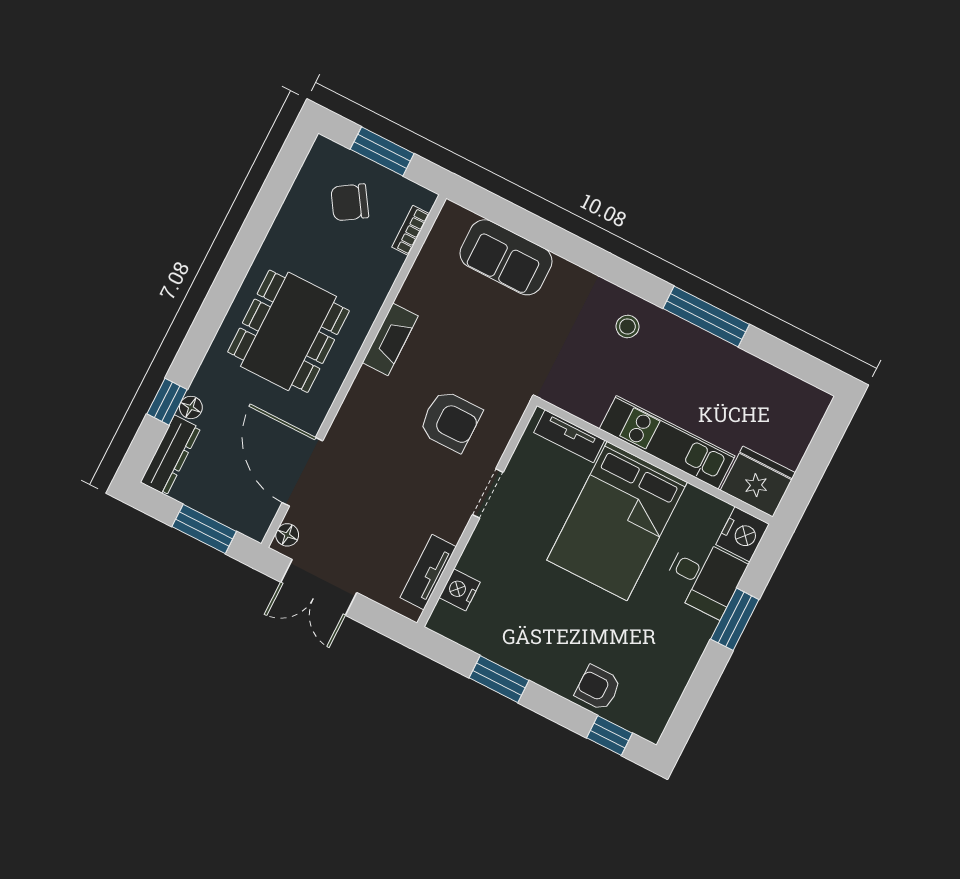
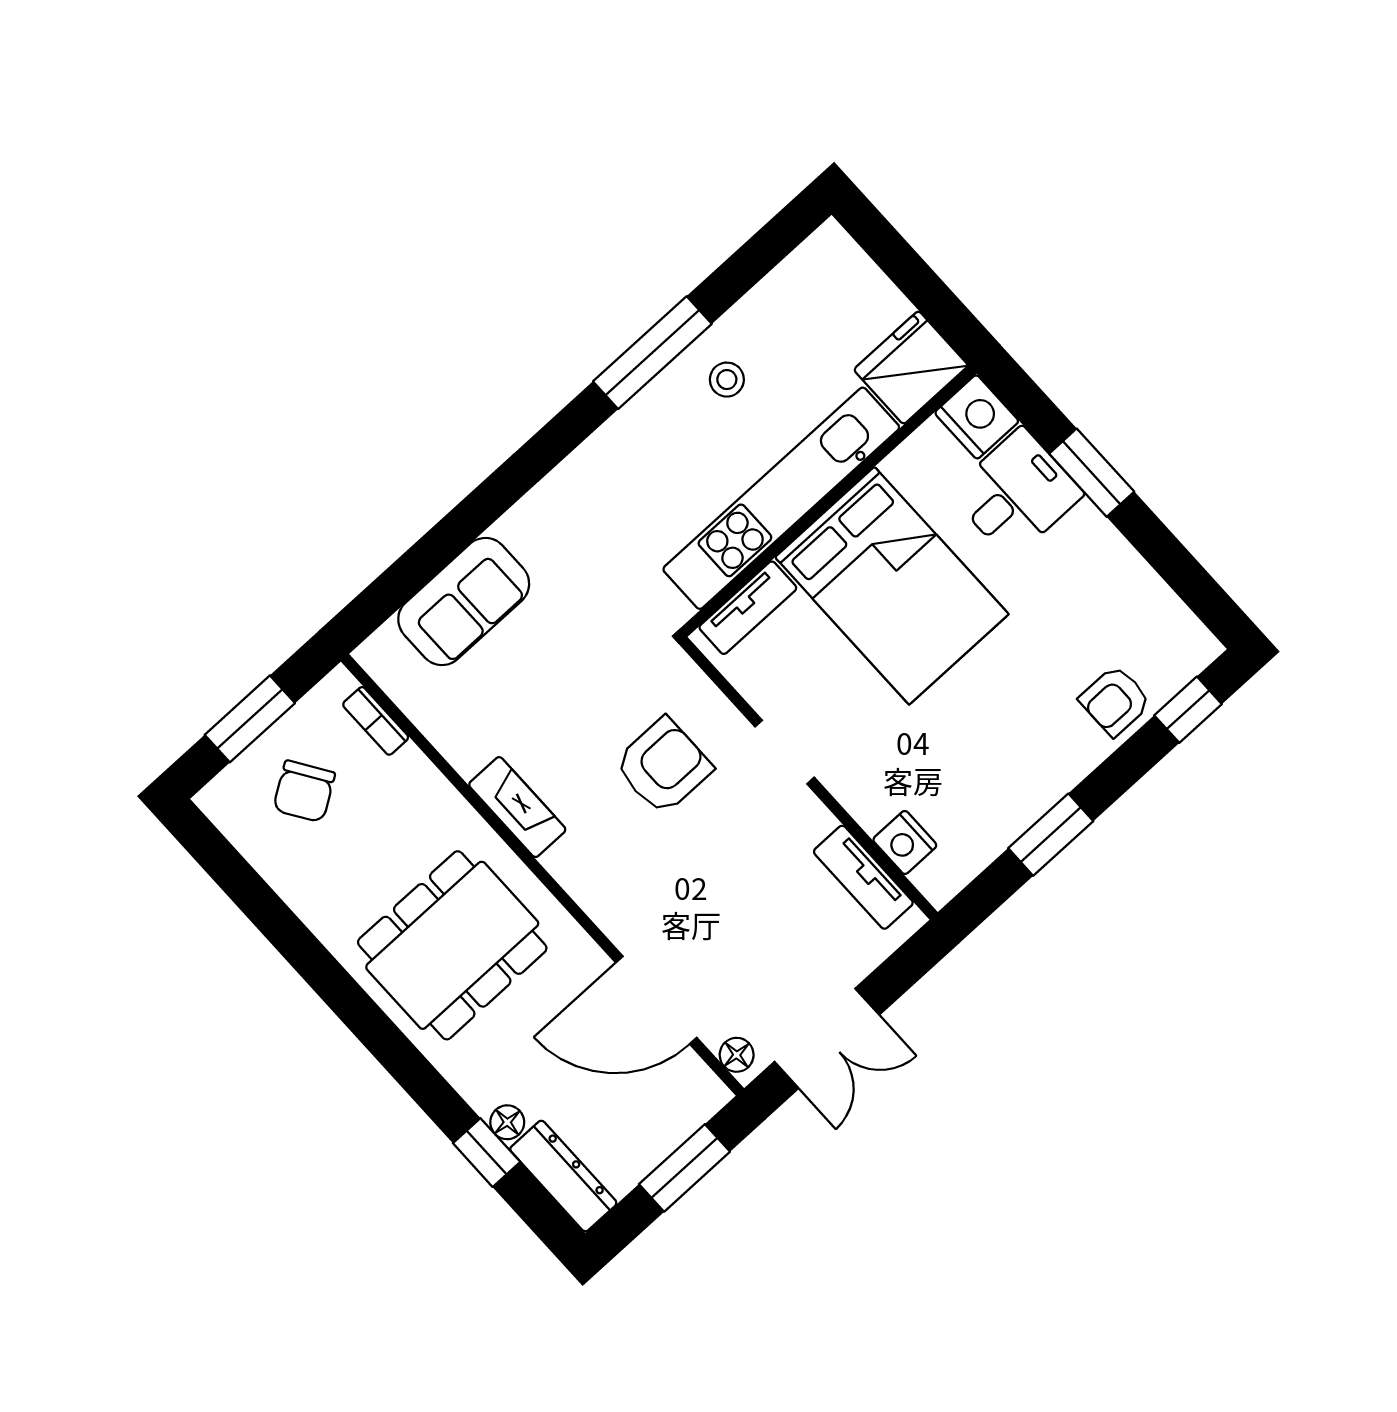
stool: (627, 326) -> (727, 380), moved
dining table: (288, 331) -> (452, 945), turned 90
kitchen unit: (667, 442) -> (781, 498), width x1.36

